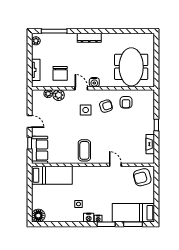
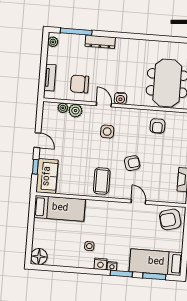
dresser: (89, 38) -> (100, 42), moved
chair: (60, 73) -> (80, 84), turned 90
armchair: (106, 106) -> (132, 163), moved

